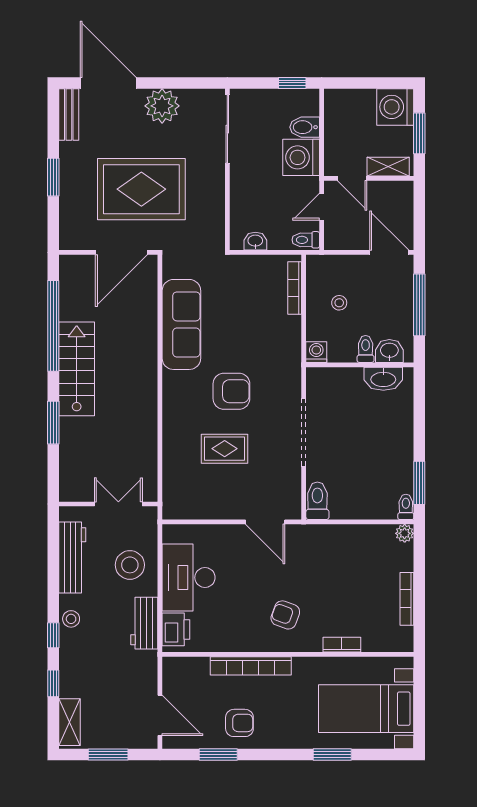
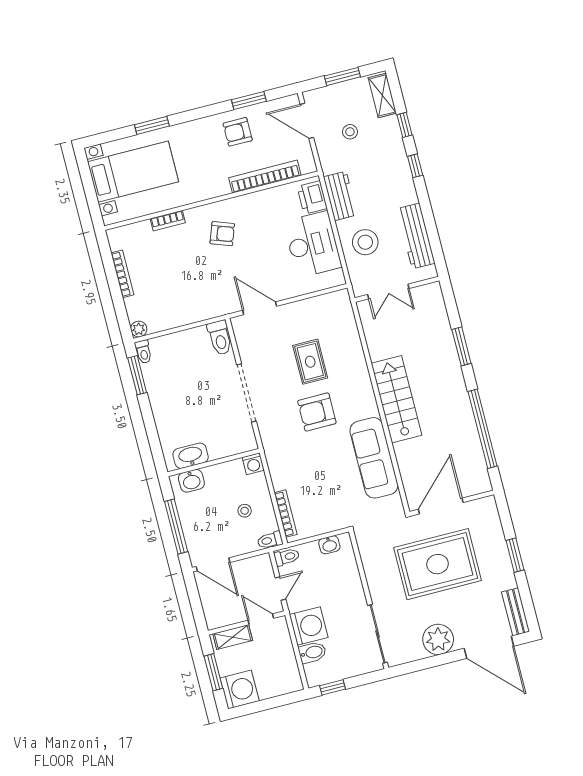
toilet: (366, 349) -> (270, 540), moved, turned 90
stairs: (77, 369) -> (396, 399), moved, turned 180
rug: (225, 449) -> (310, 362), turned 90
stool: (71, 619) -> (350, 132), moved
bookcase: (251, 666) -> (265, 177), moved

